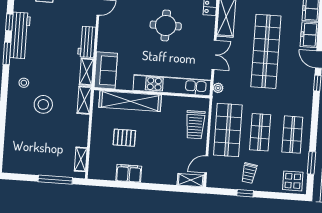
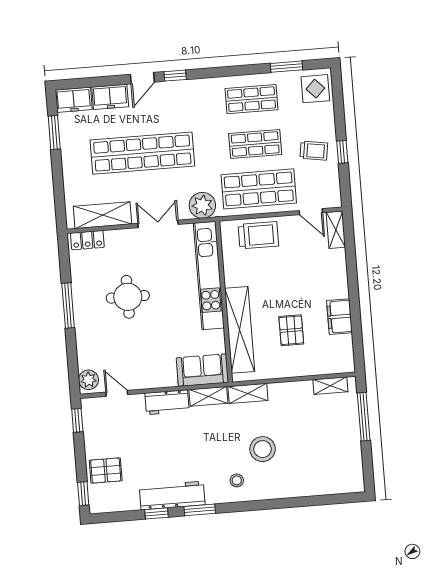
plant: (218, 88) -> (202, 205), width x1.88, depth x1.88

